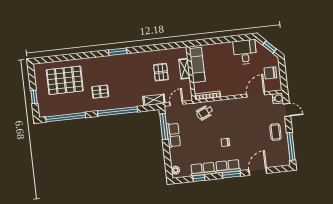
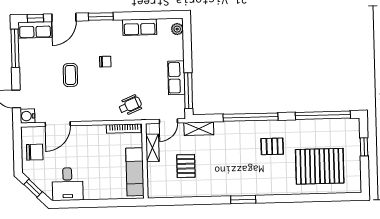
shelving: (184, 69) -> (152, 148), moved
coffee table: (275, 132) -> (70, 75), moved
row of seats: (228, 166) -> (35, 30), moved
window: (199, 178) -> (35, 18), moved

